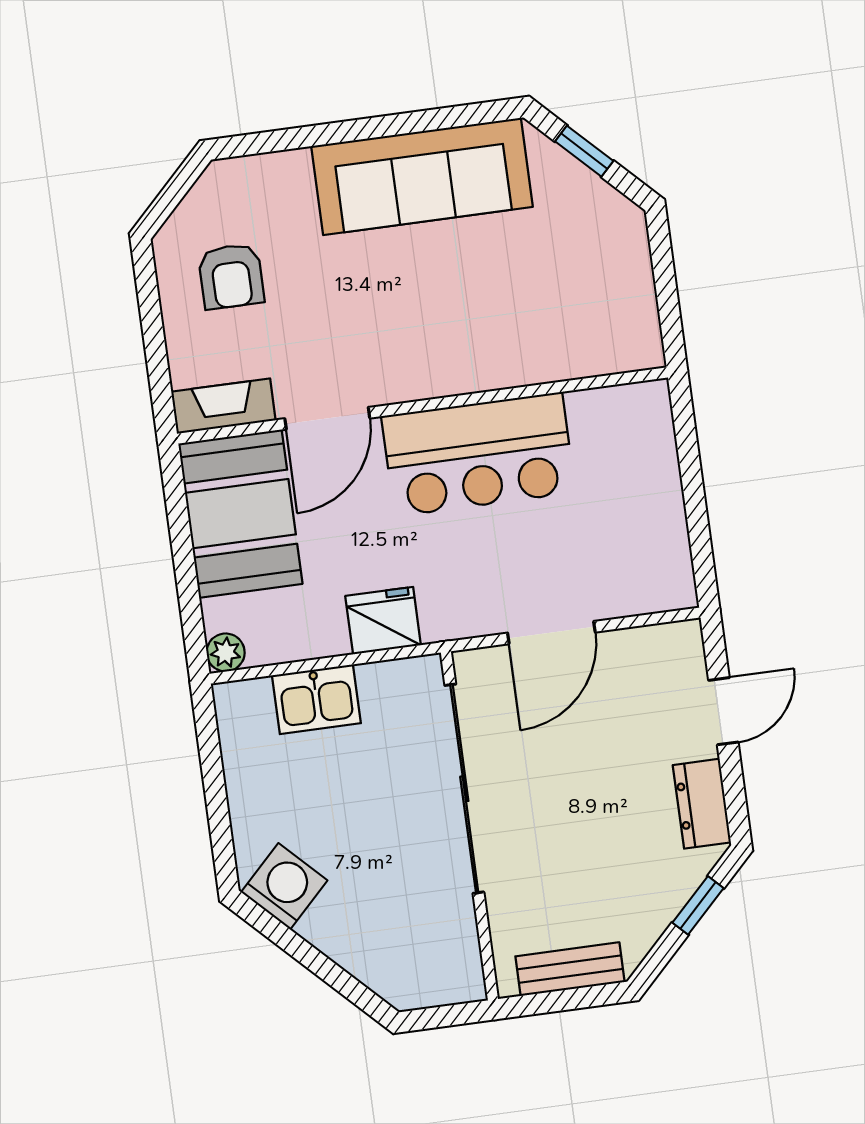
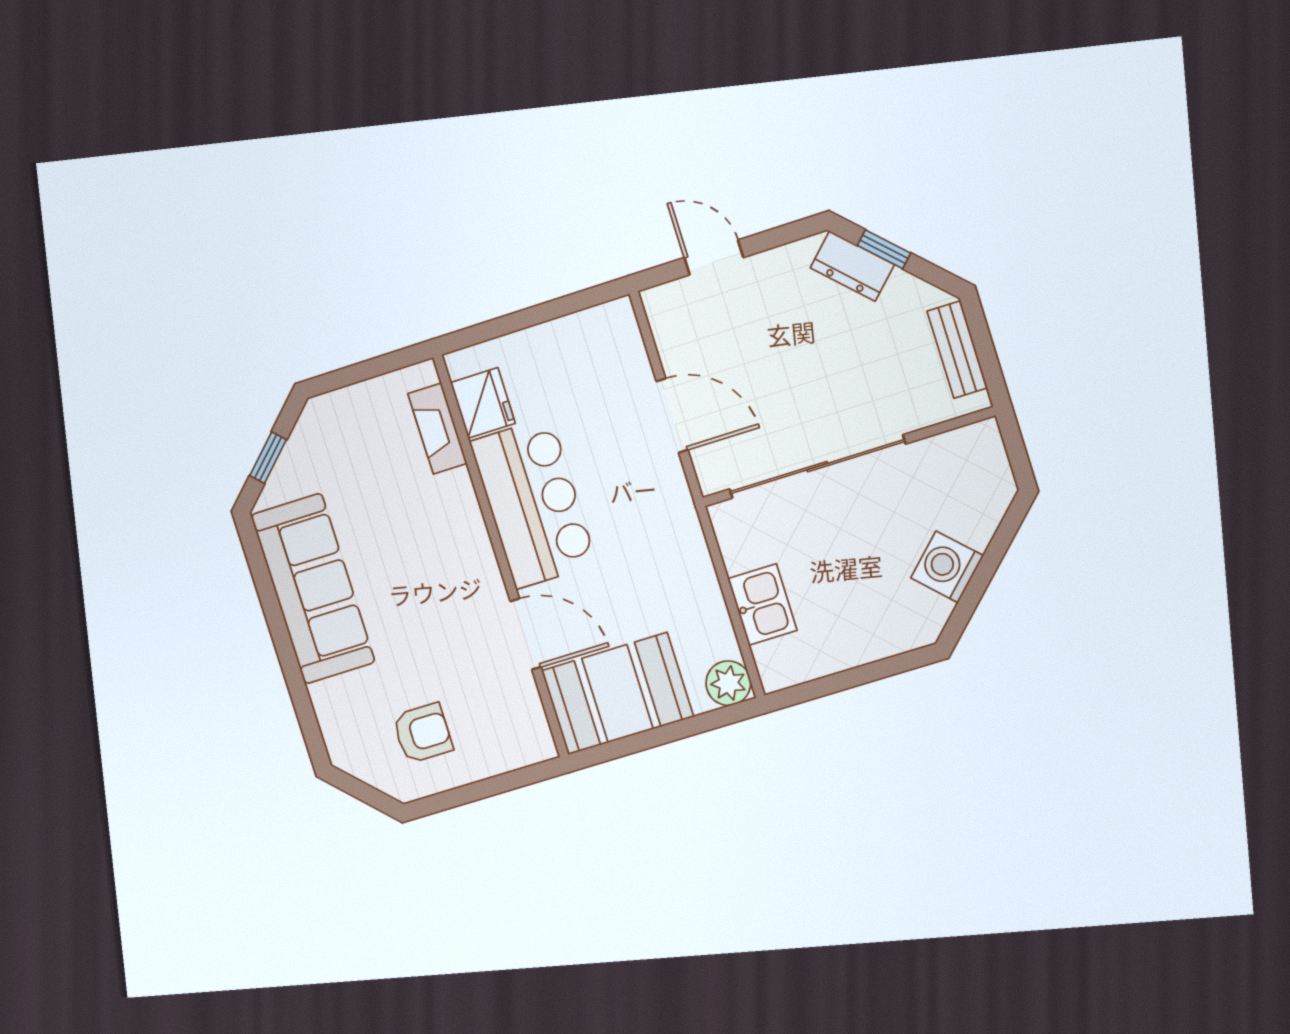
fireplace: (224, 406) -> (437, 429), moved
fridge: (383, 621) -> (483, 403), moved, turned 180
plant: (226, 652) -> (728, 683), width x1.38, depth x1.38
dresser: (702, 804) -> (852, 266), moved, turned 45
washing machine: (284, 886) -> (947, 567), moved

